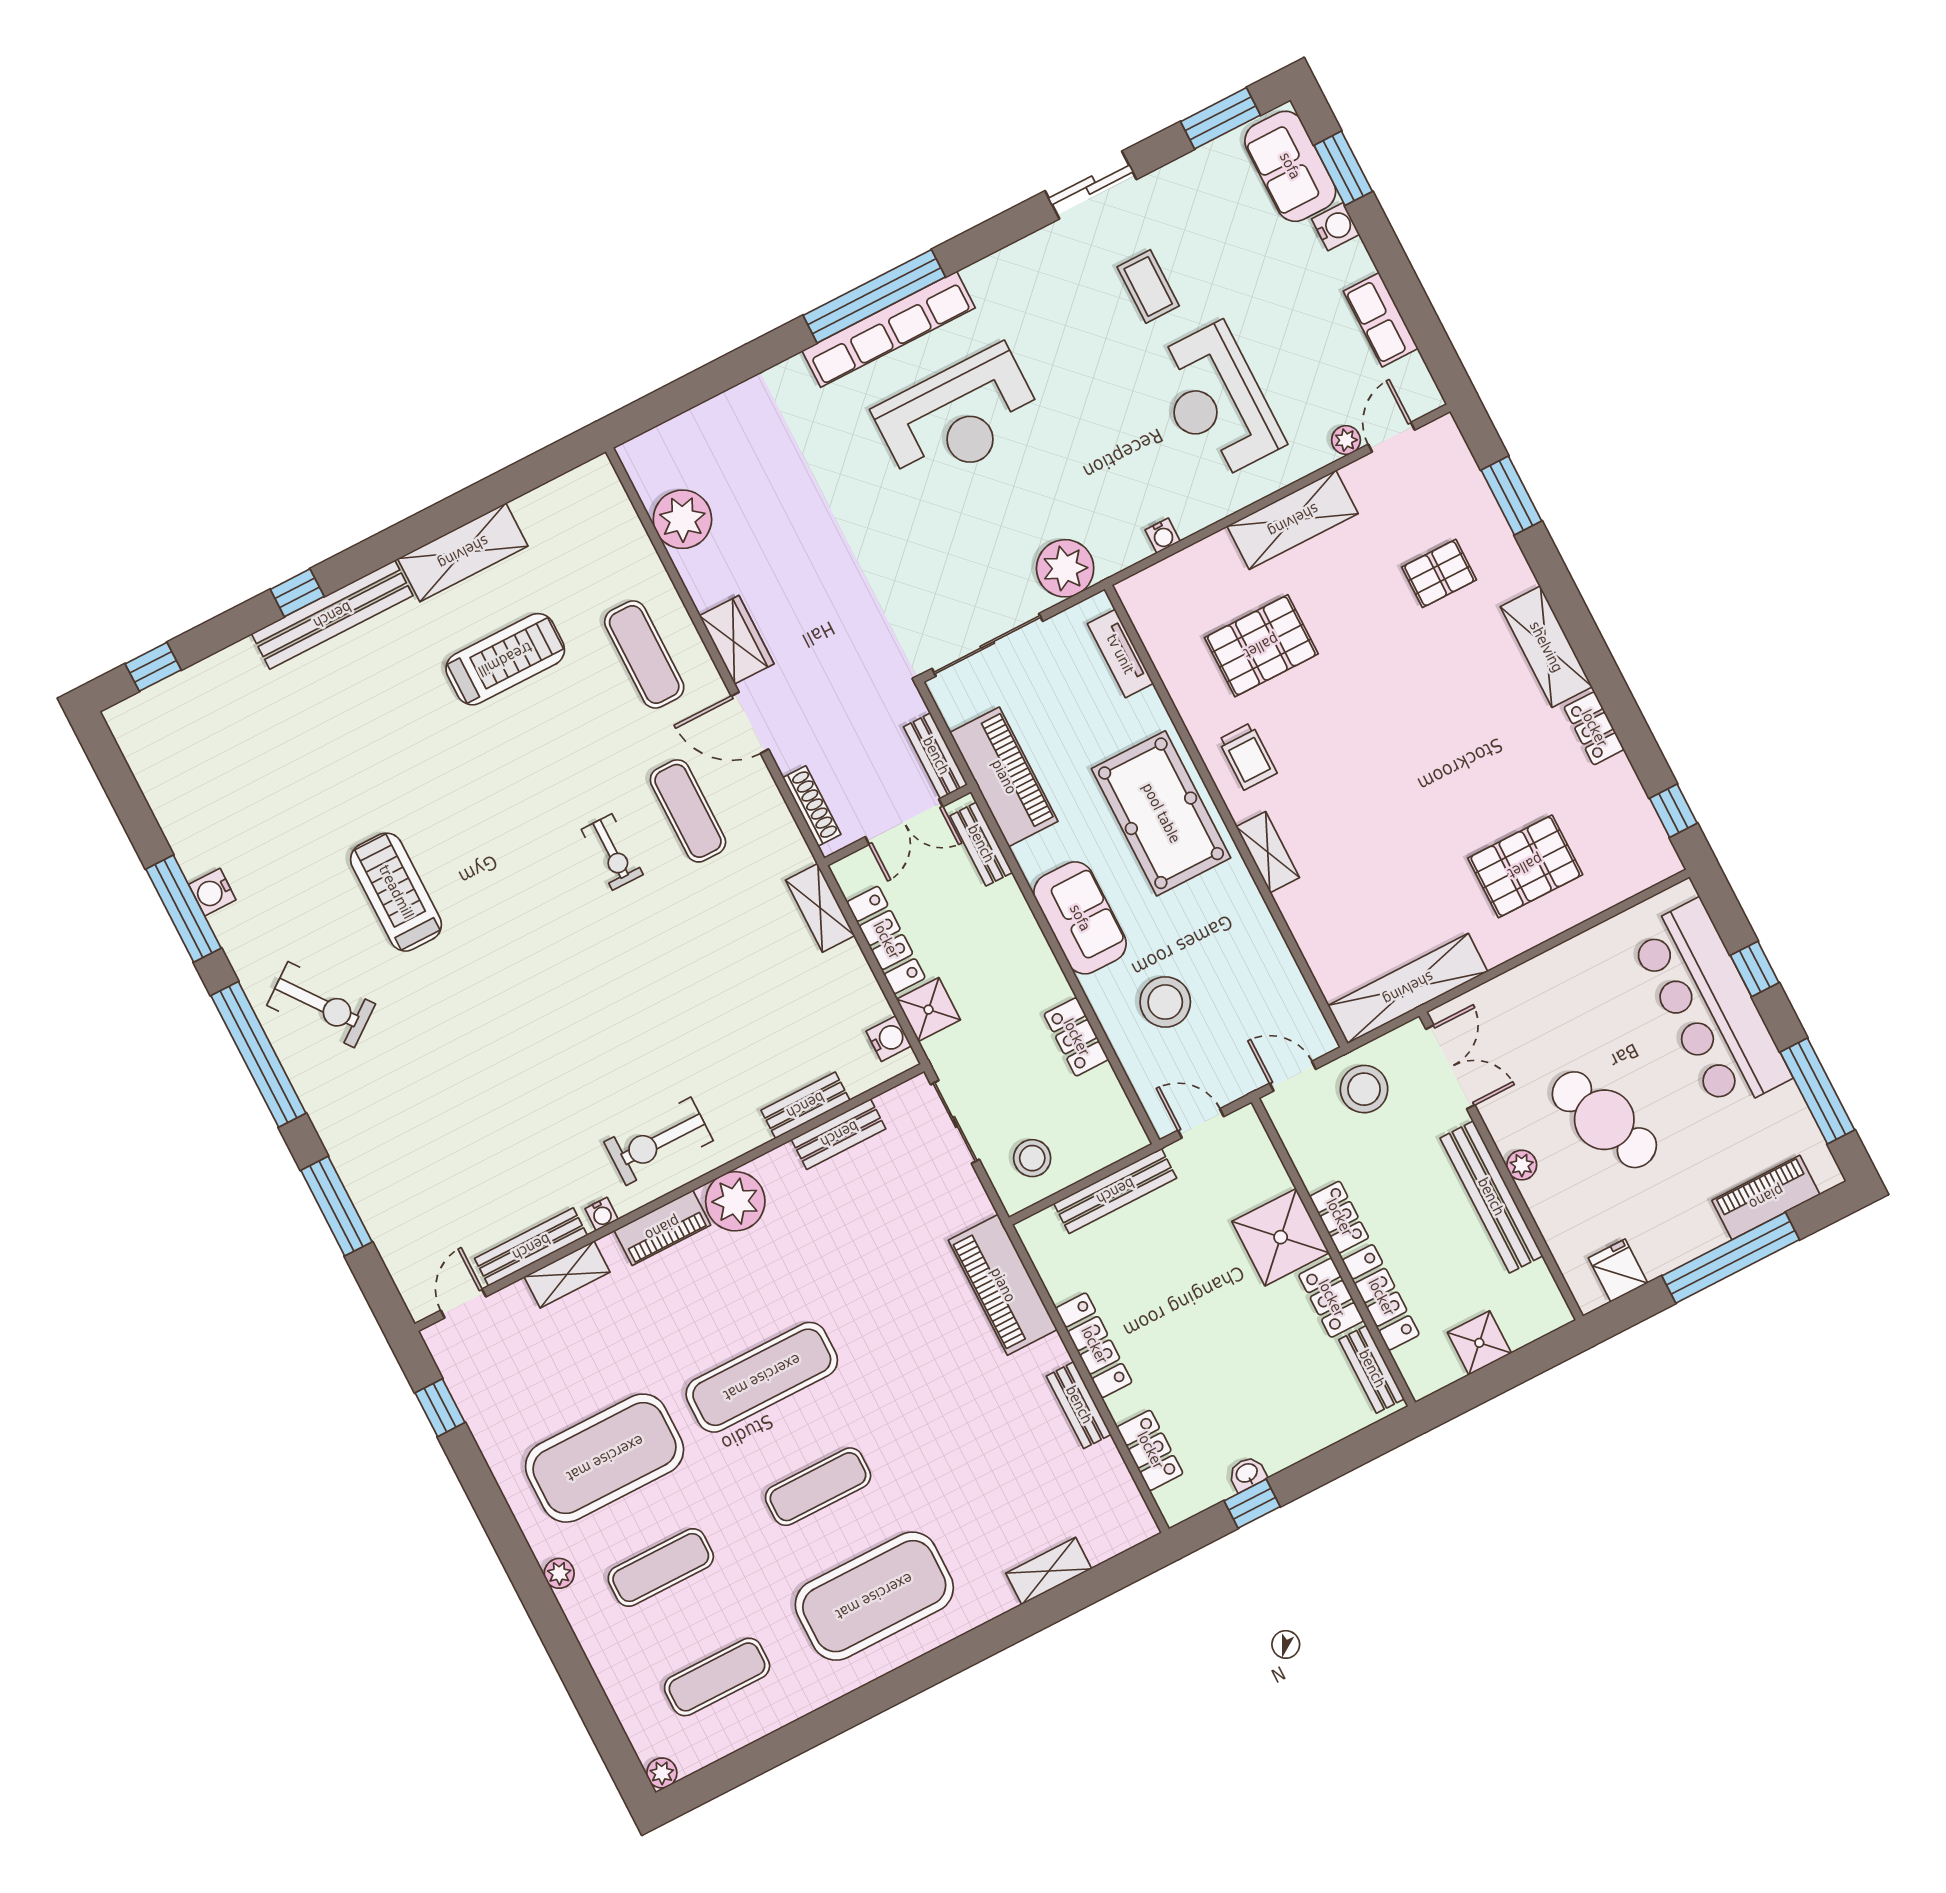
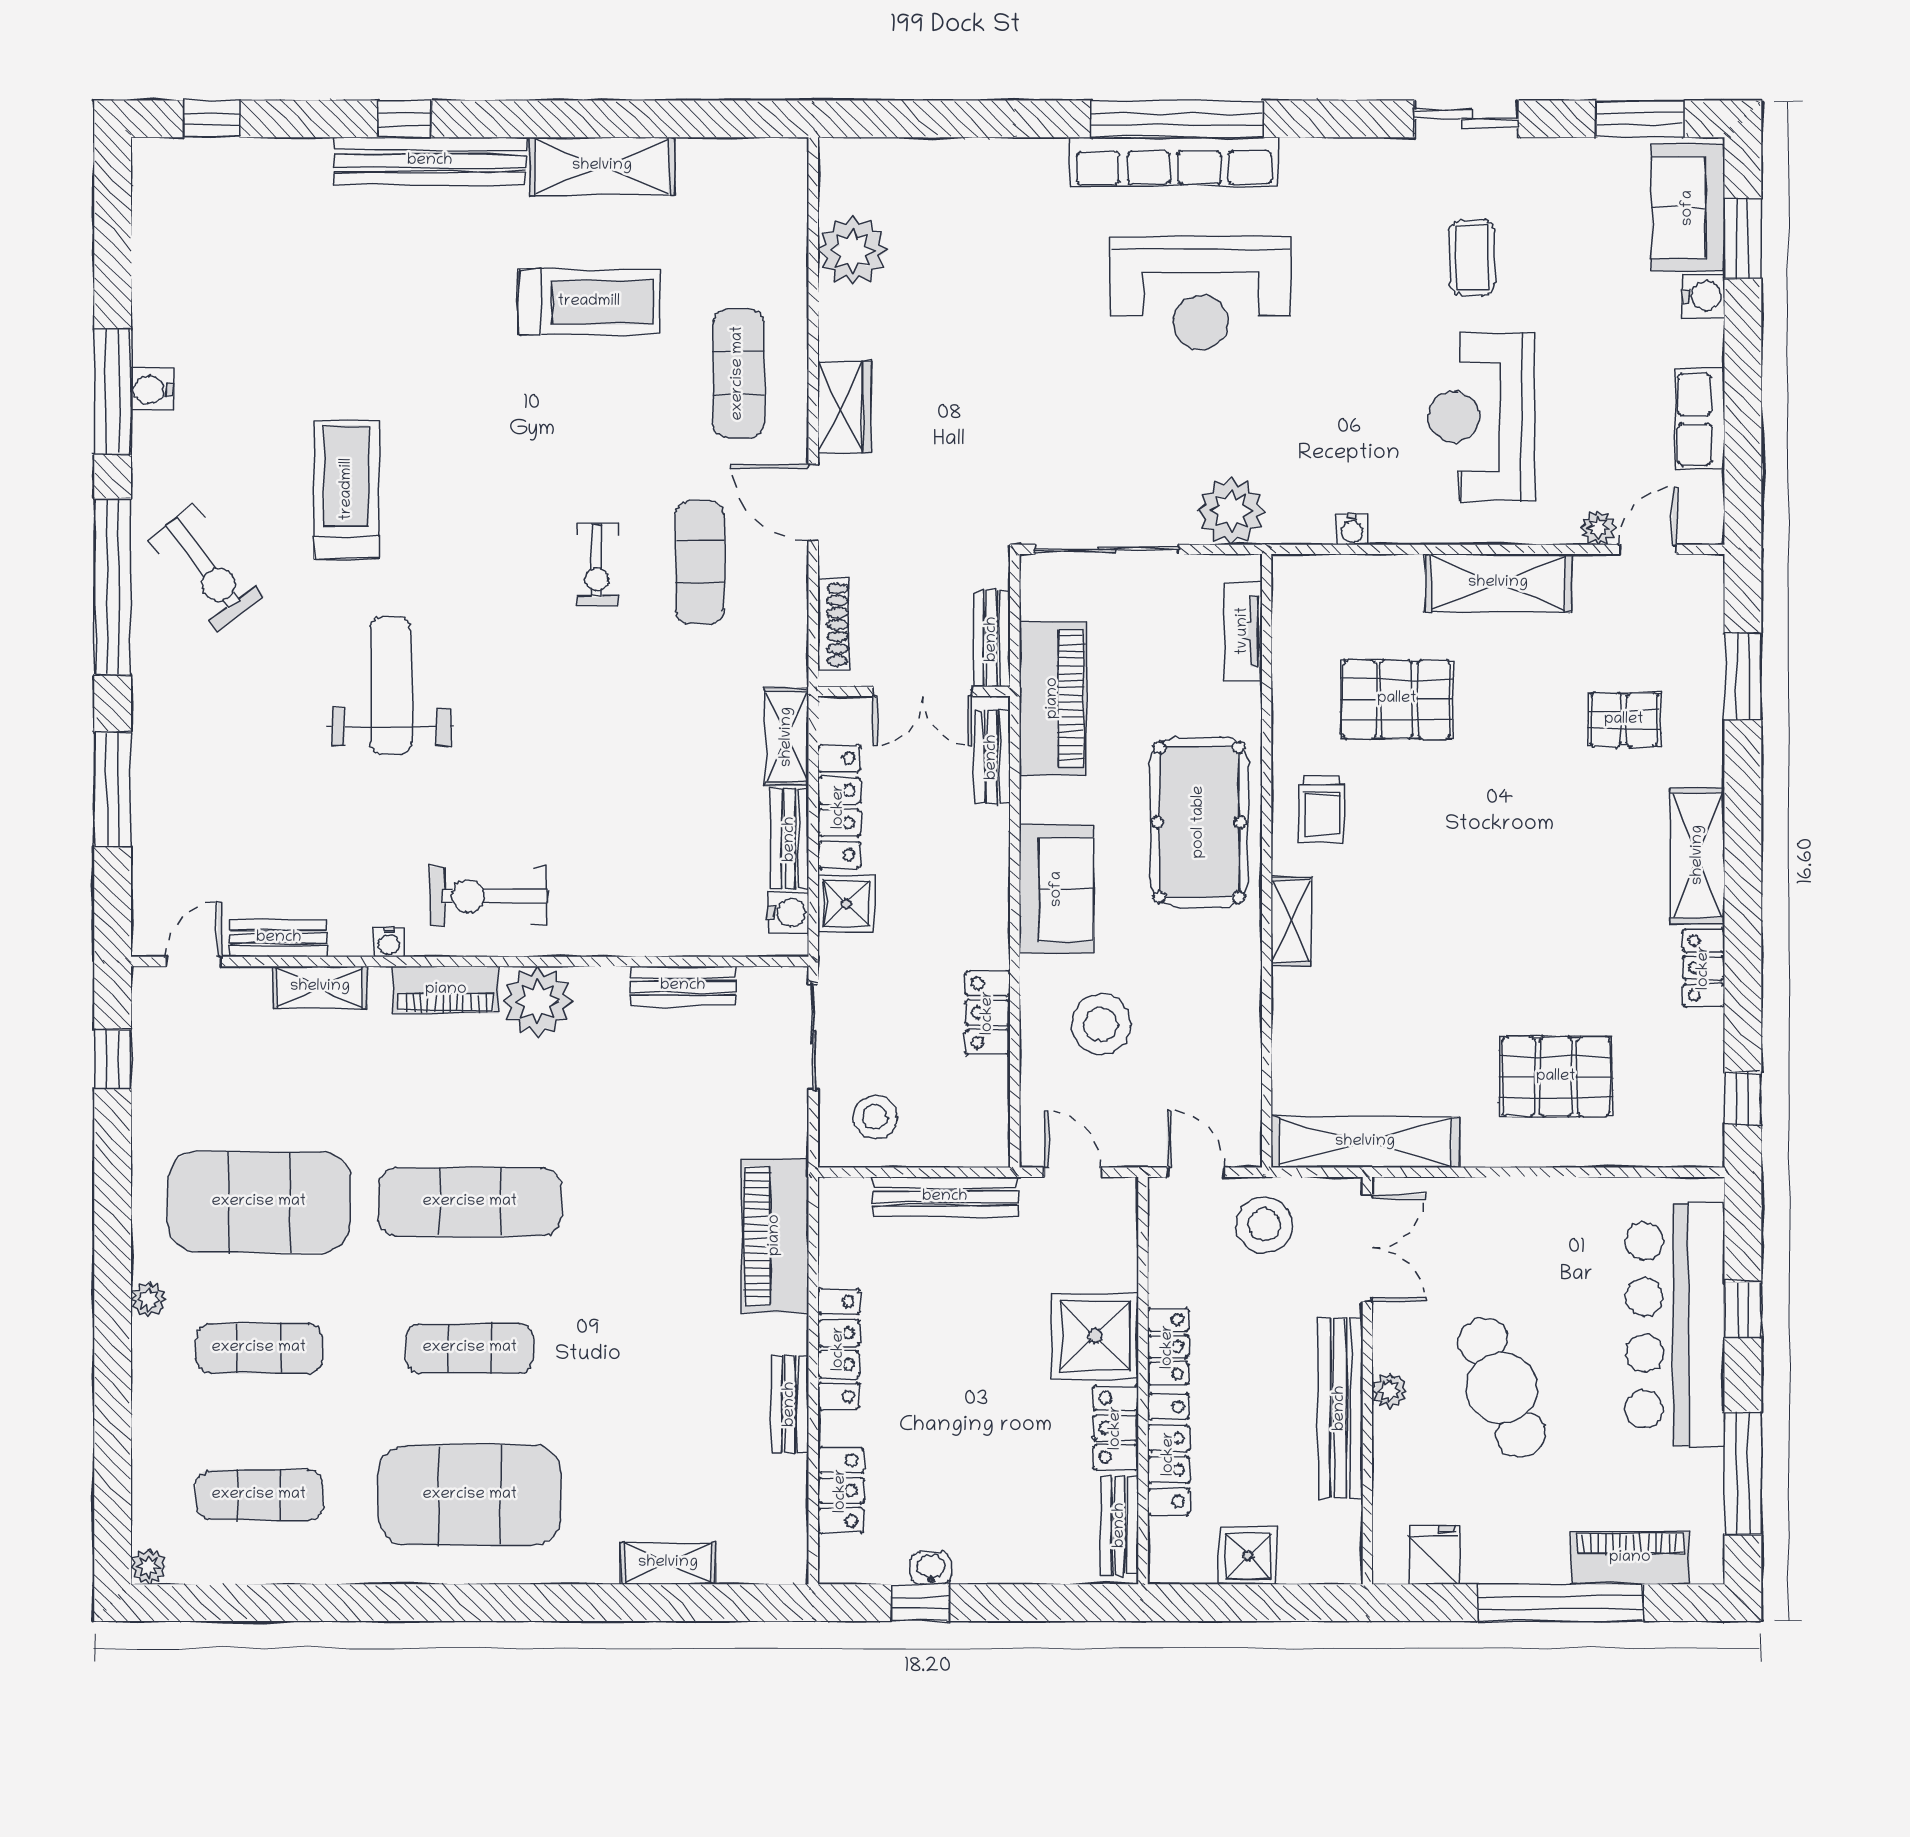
weight bench: (504, 1022) -> (391, 686), added
bench: (805, 1105) -> (790, 839), moved, turned 90
bench: (531, 1247) -> (279, 938), width x0.73

